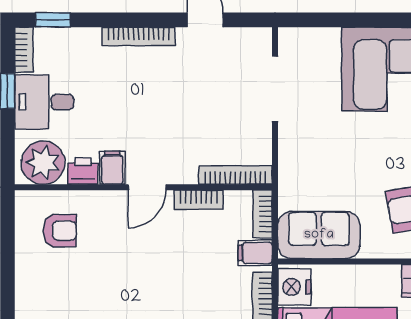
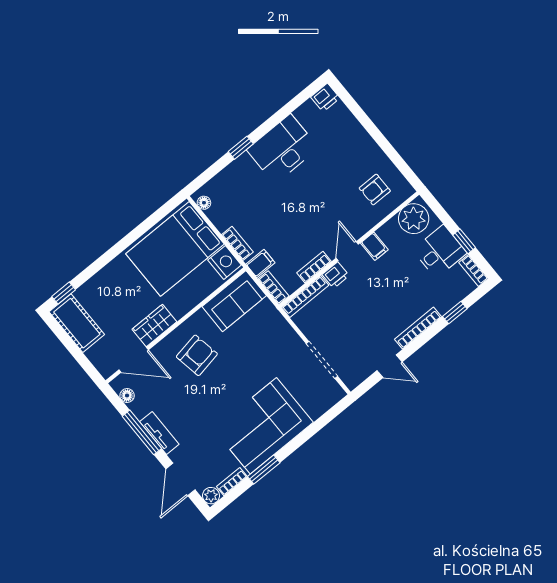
window: (53, 20) -> (455, 313), moved
printer: (83, 171) -> (336, 275), moved

